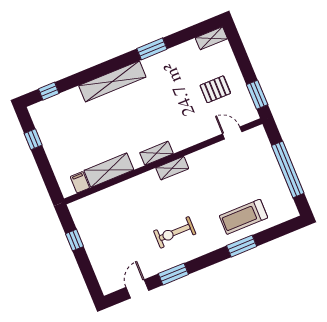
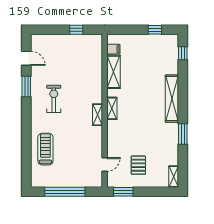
window: (242, 246) -> (26, 140), removed

